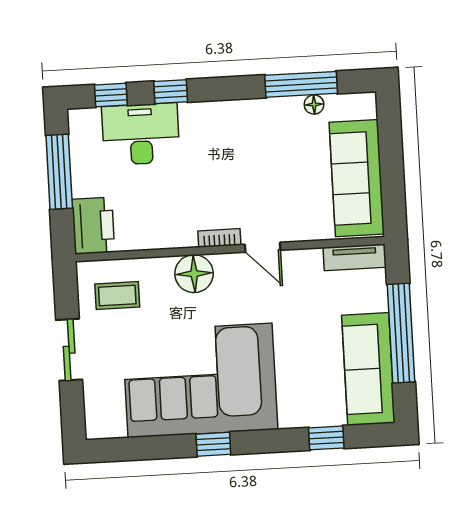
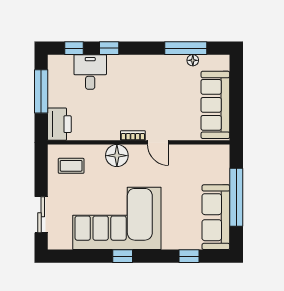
desk: (141, 134) -> (90, 72), width x0.73
tv unit: (355, 257) -> (212, 151), removed
sliding door: (69, 350) -> (41, 215), moved

